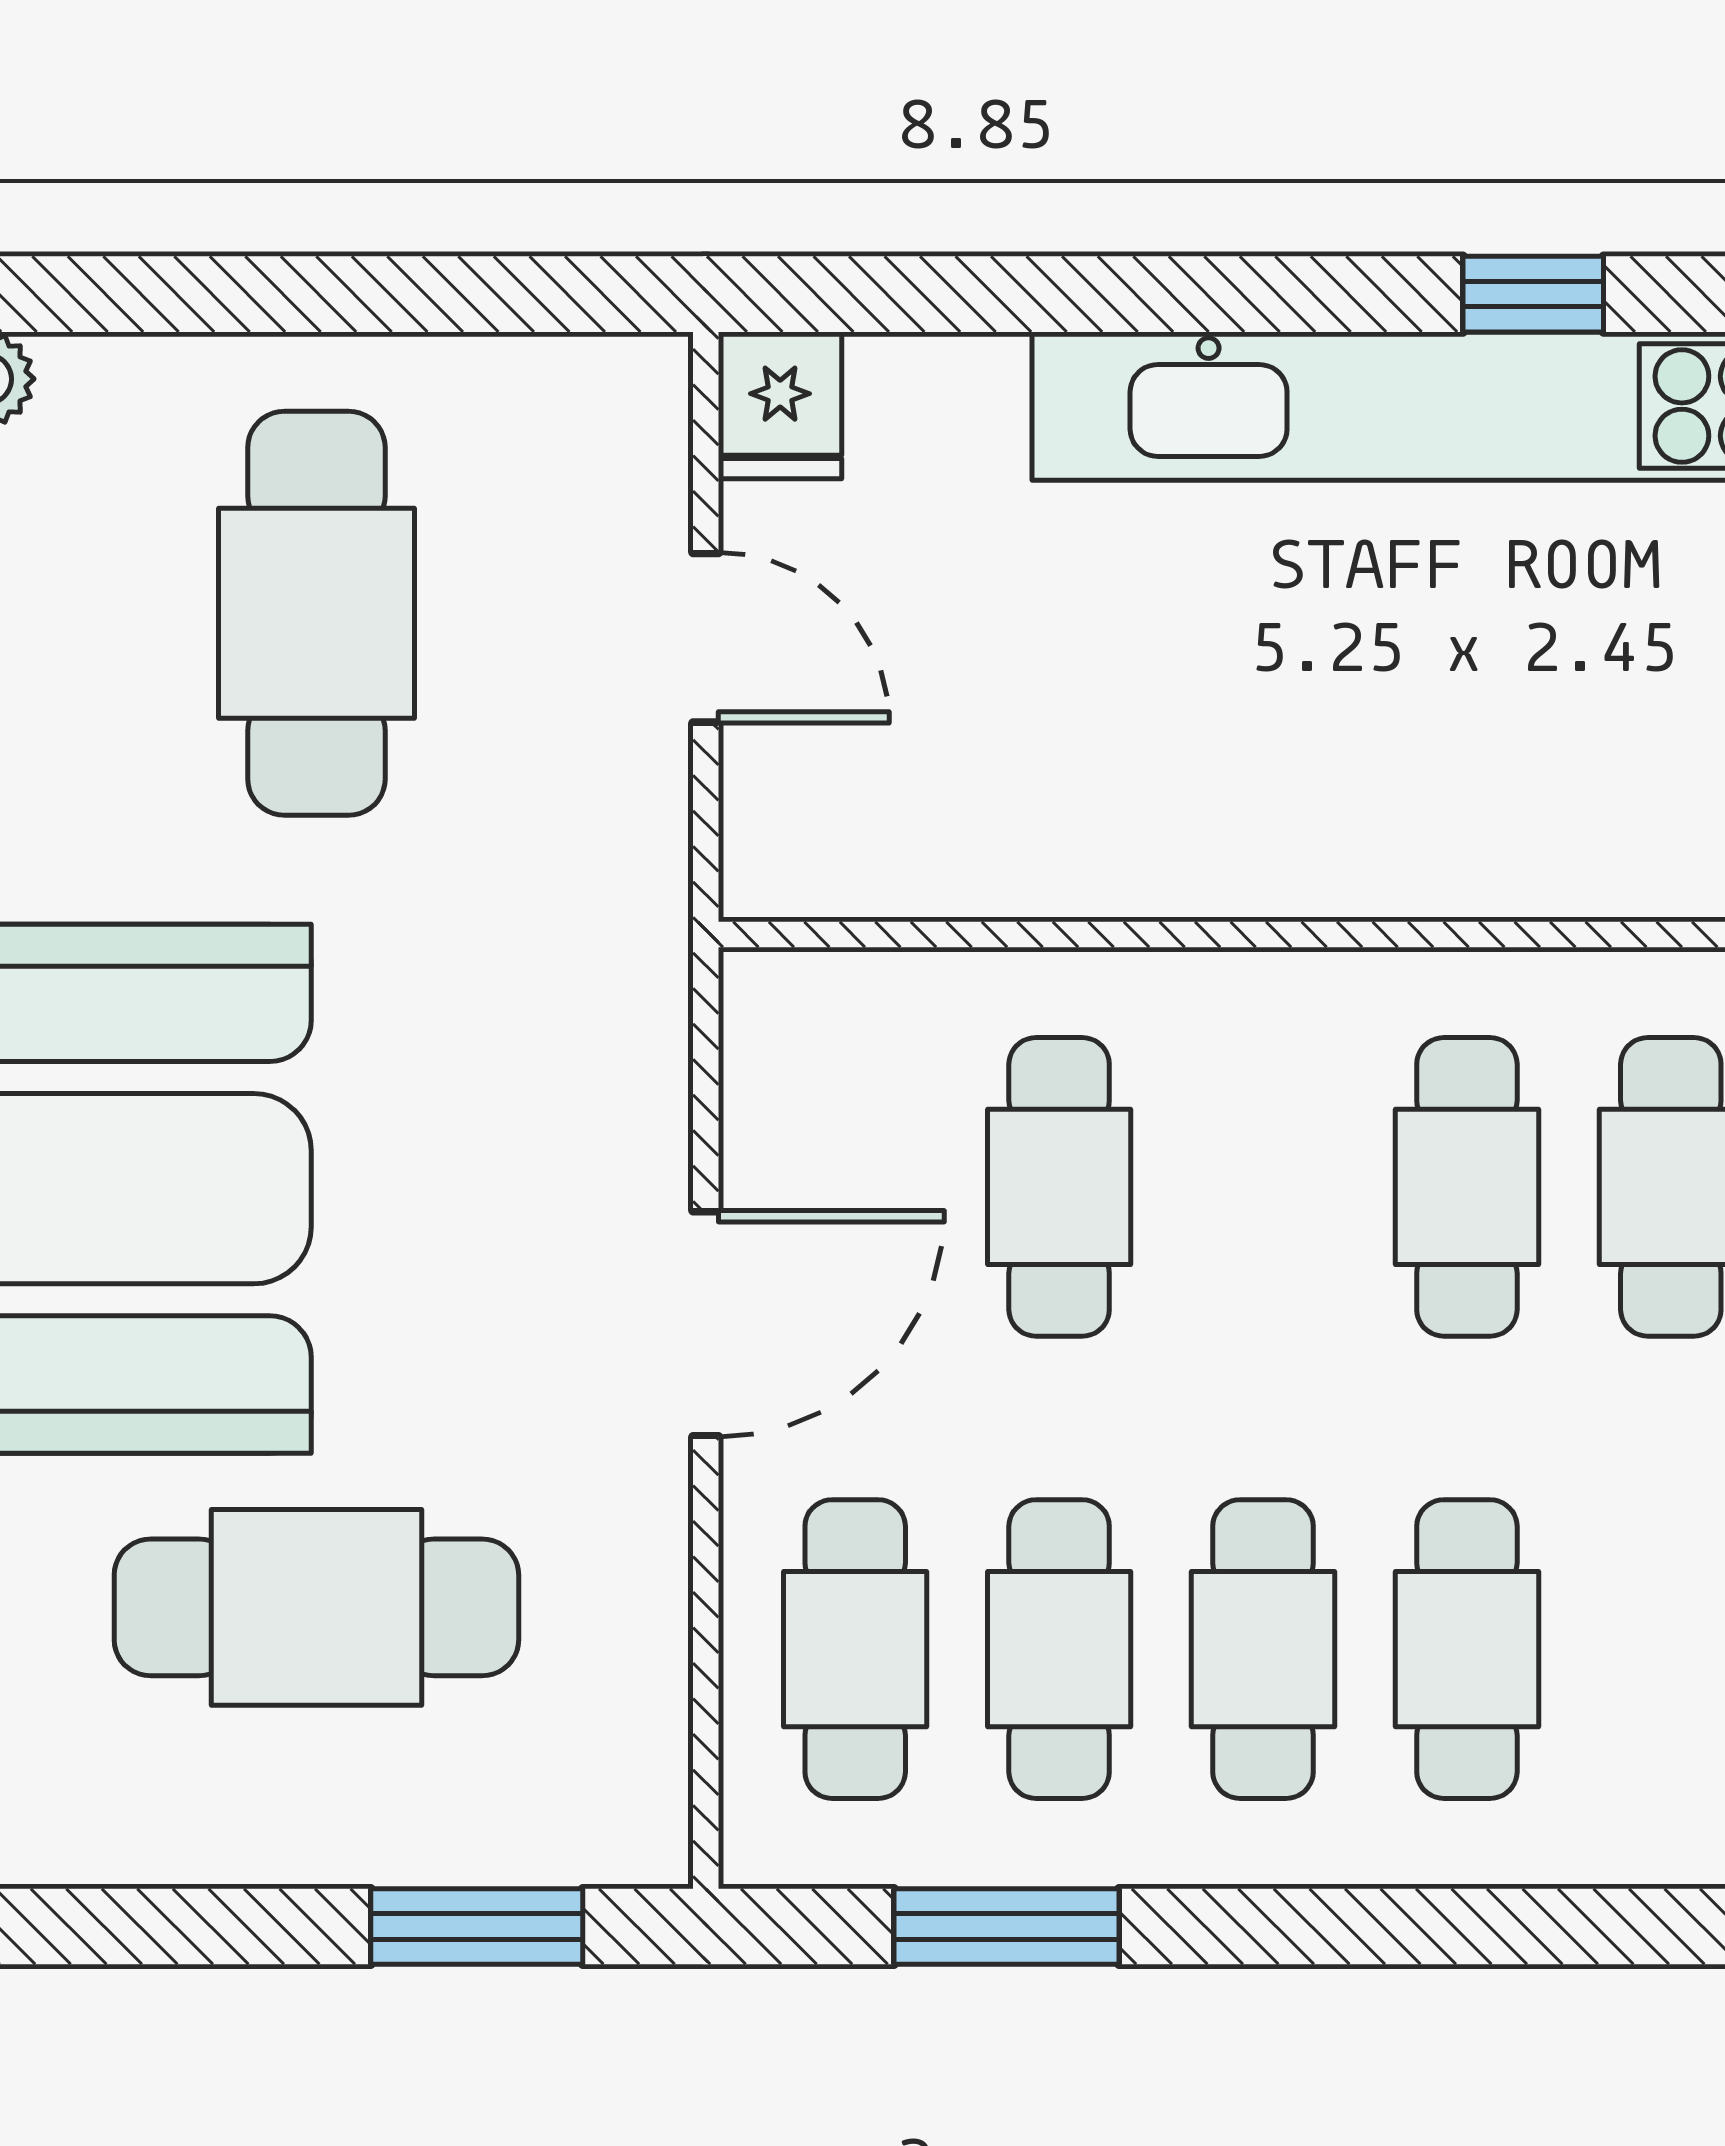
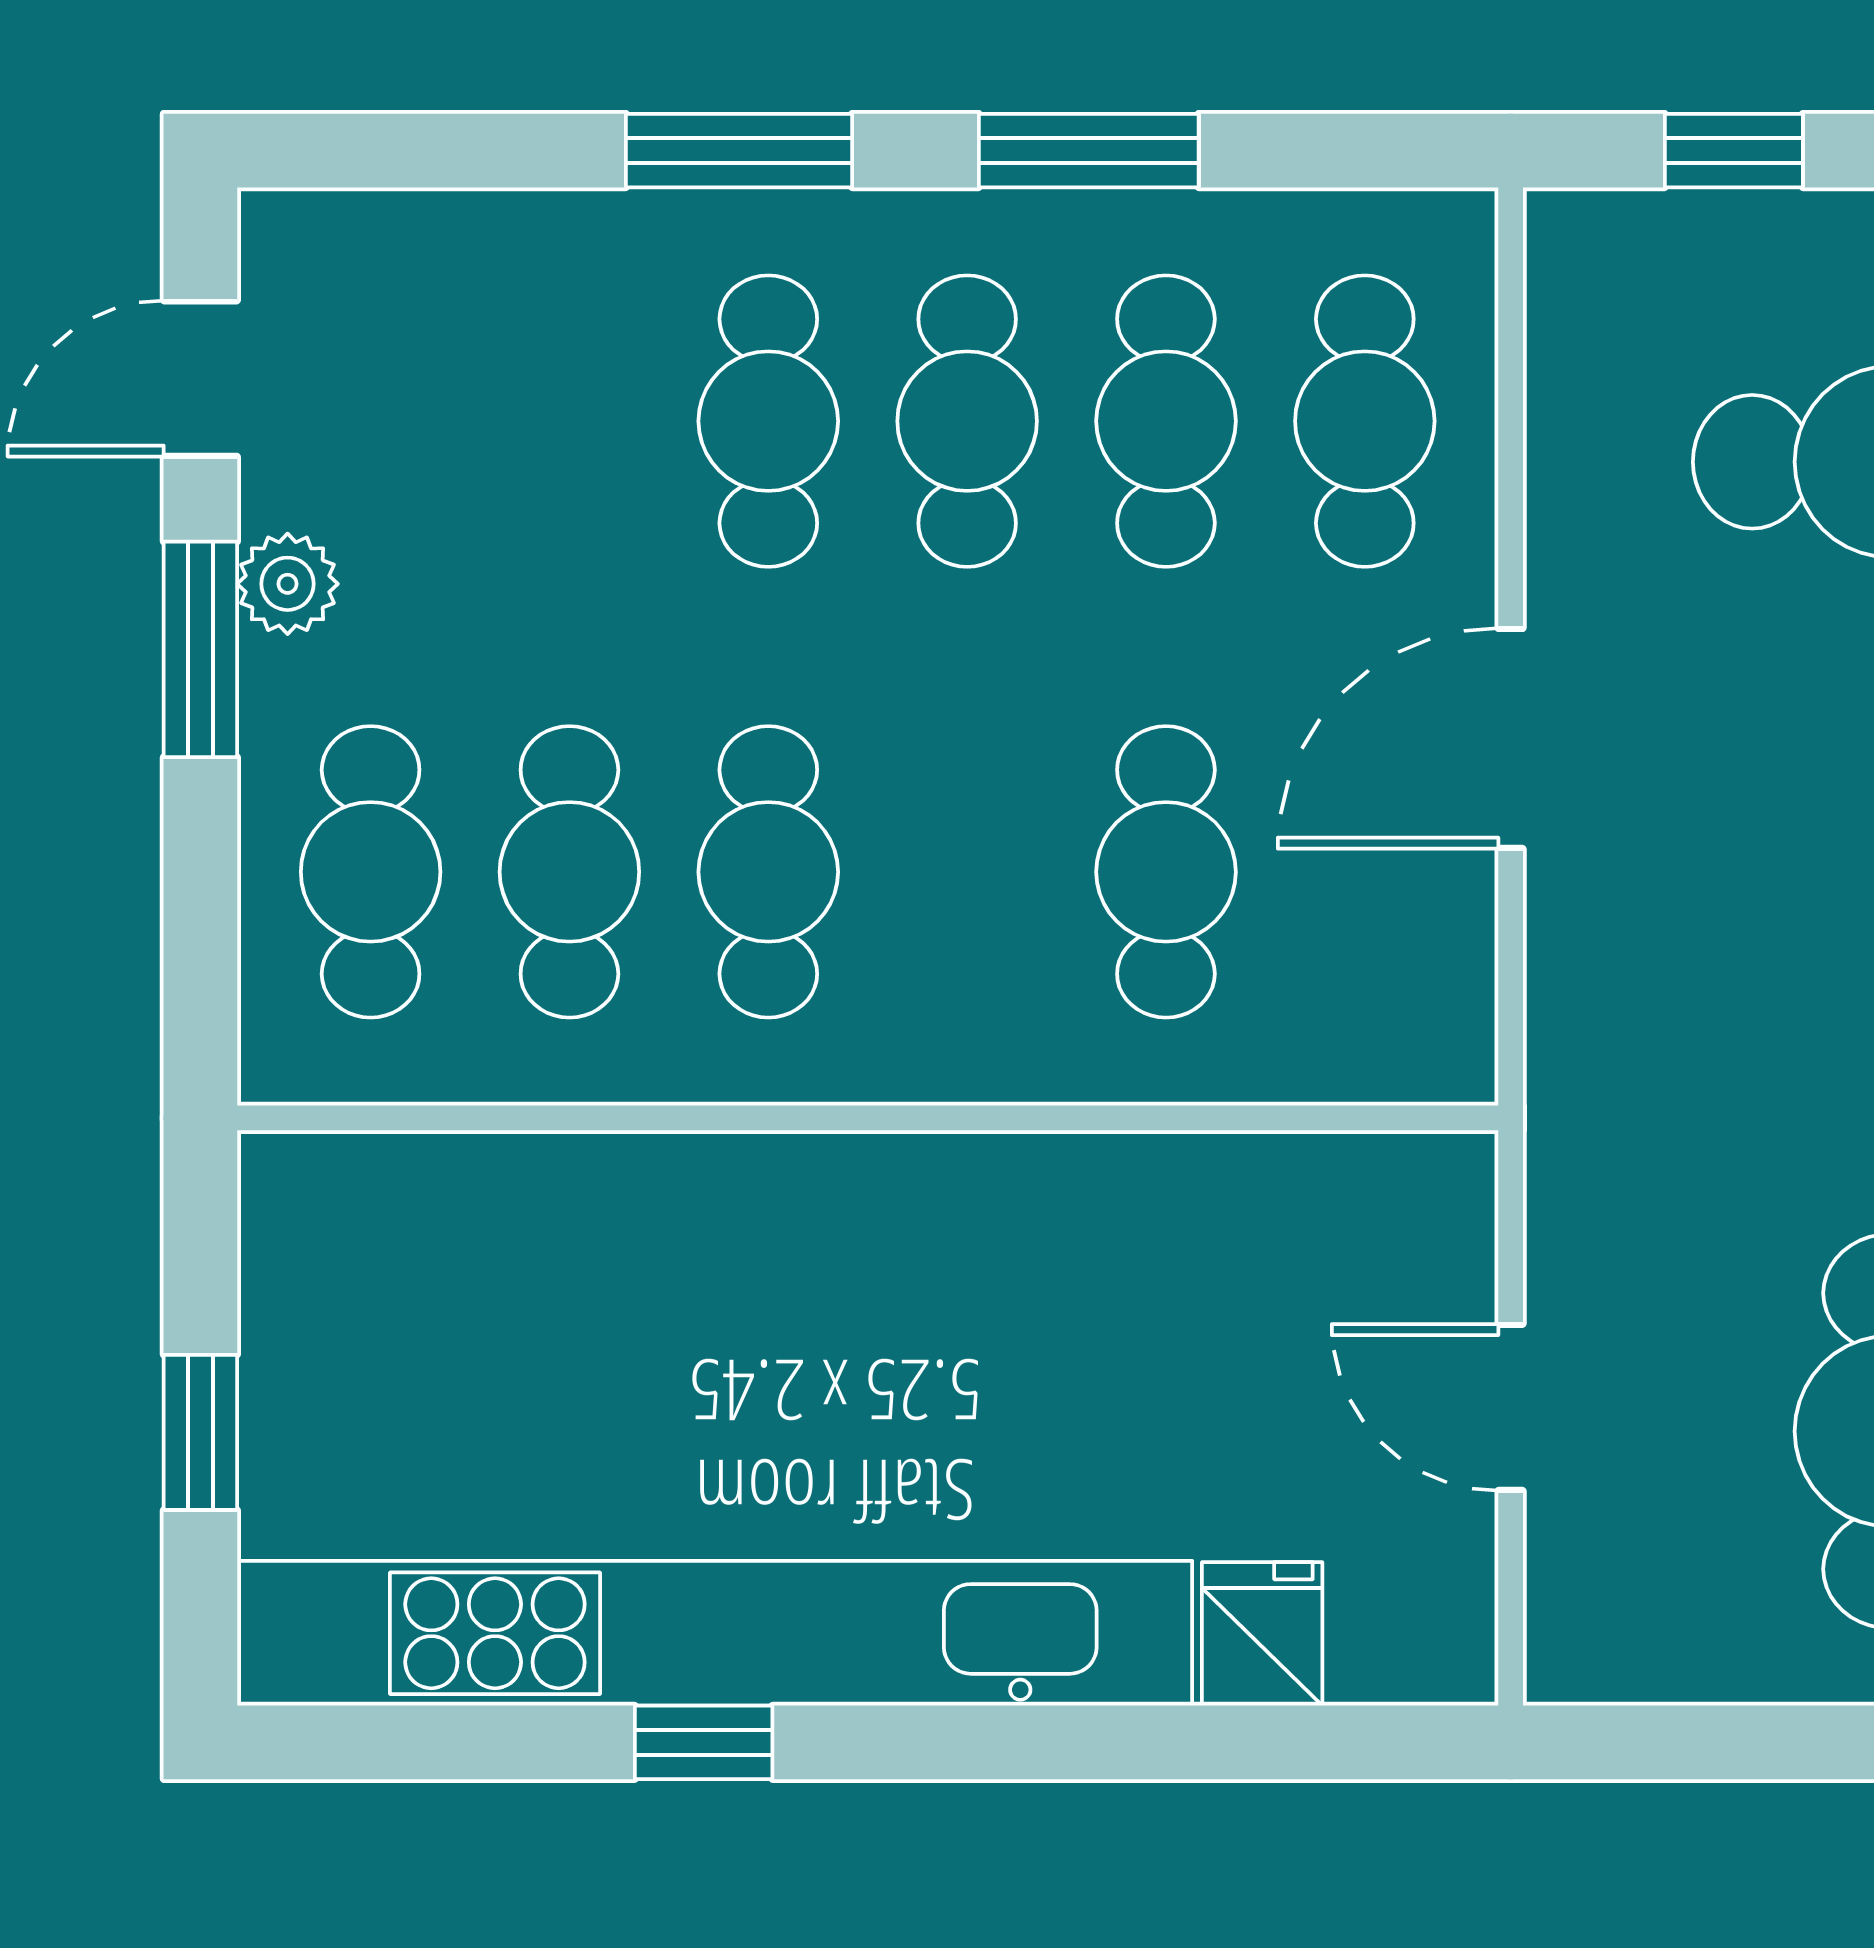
fridge: (780, 405) -> (1262, 1634), moved
window: (477, 1927) -> (1734, 151), width x0.67
window: (1006, 1927) -> (1089, 151), moved
window: (1497, 1927) -> (739, 151), added

